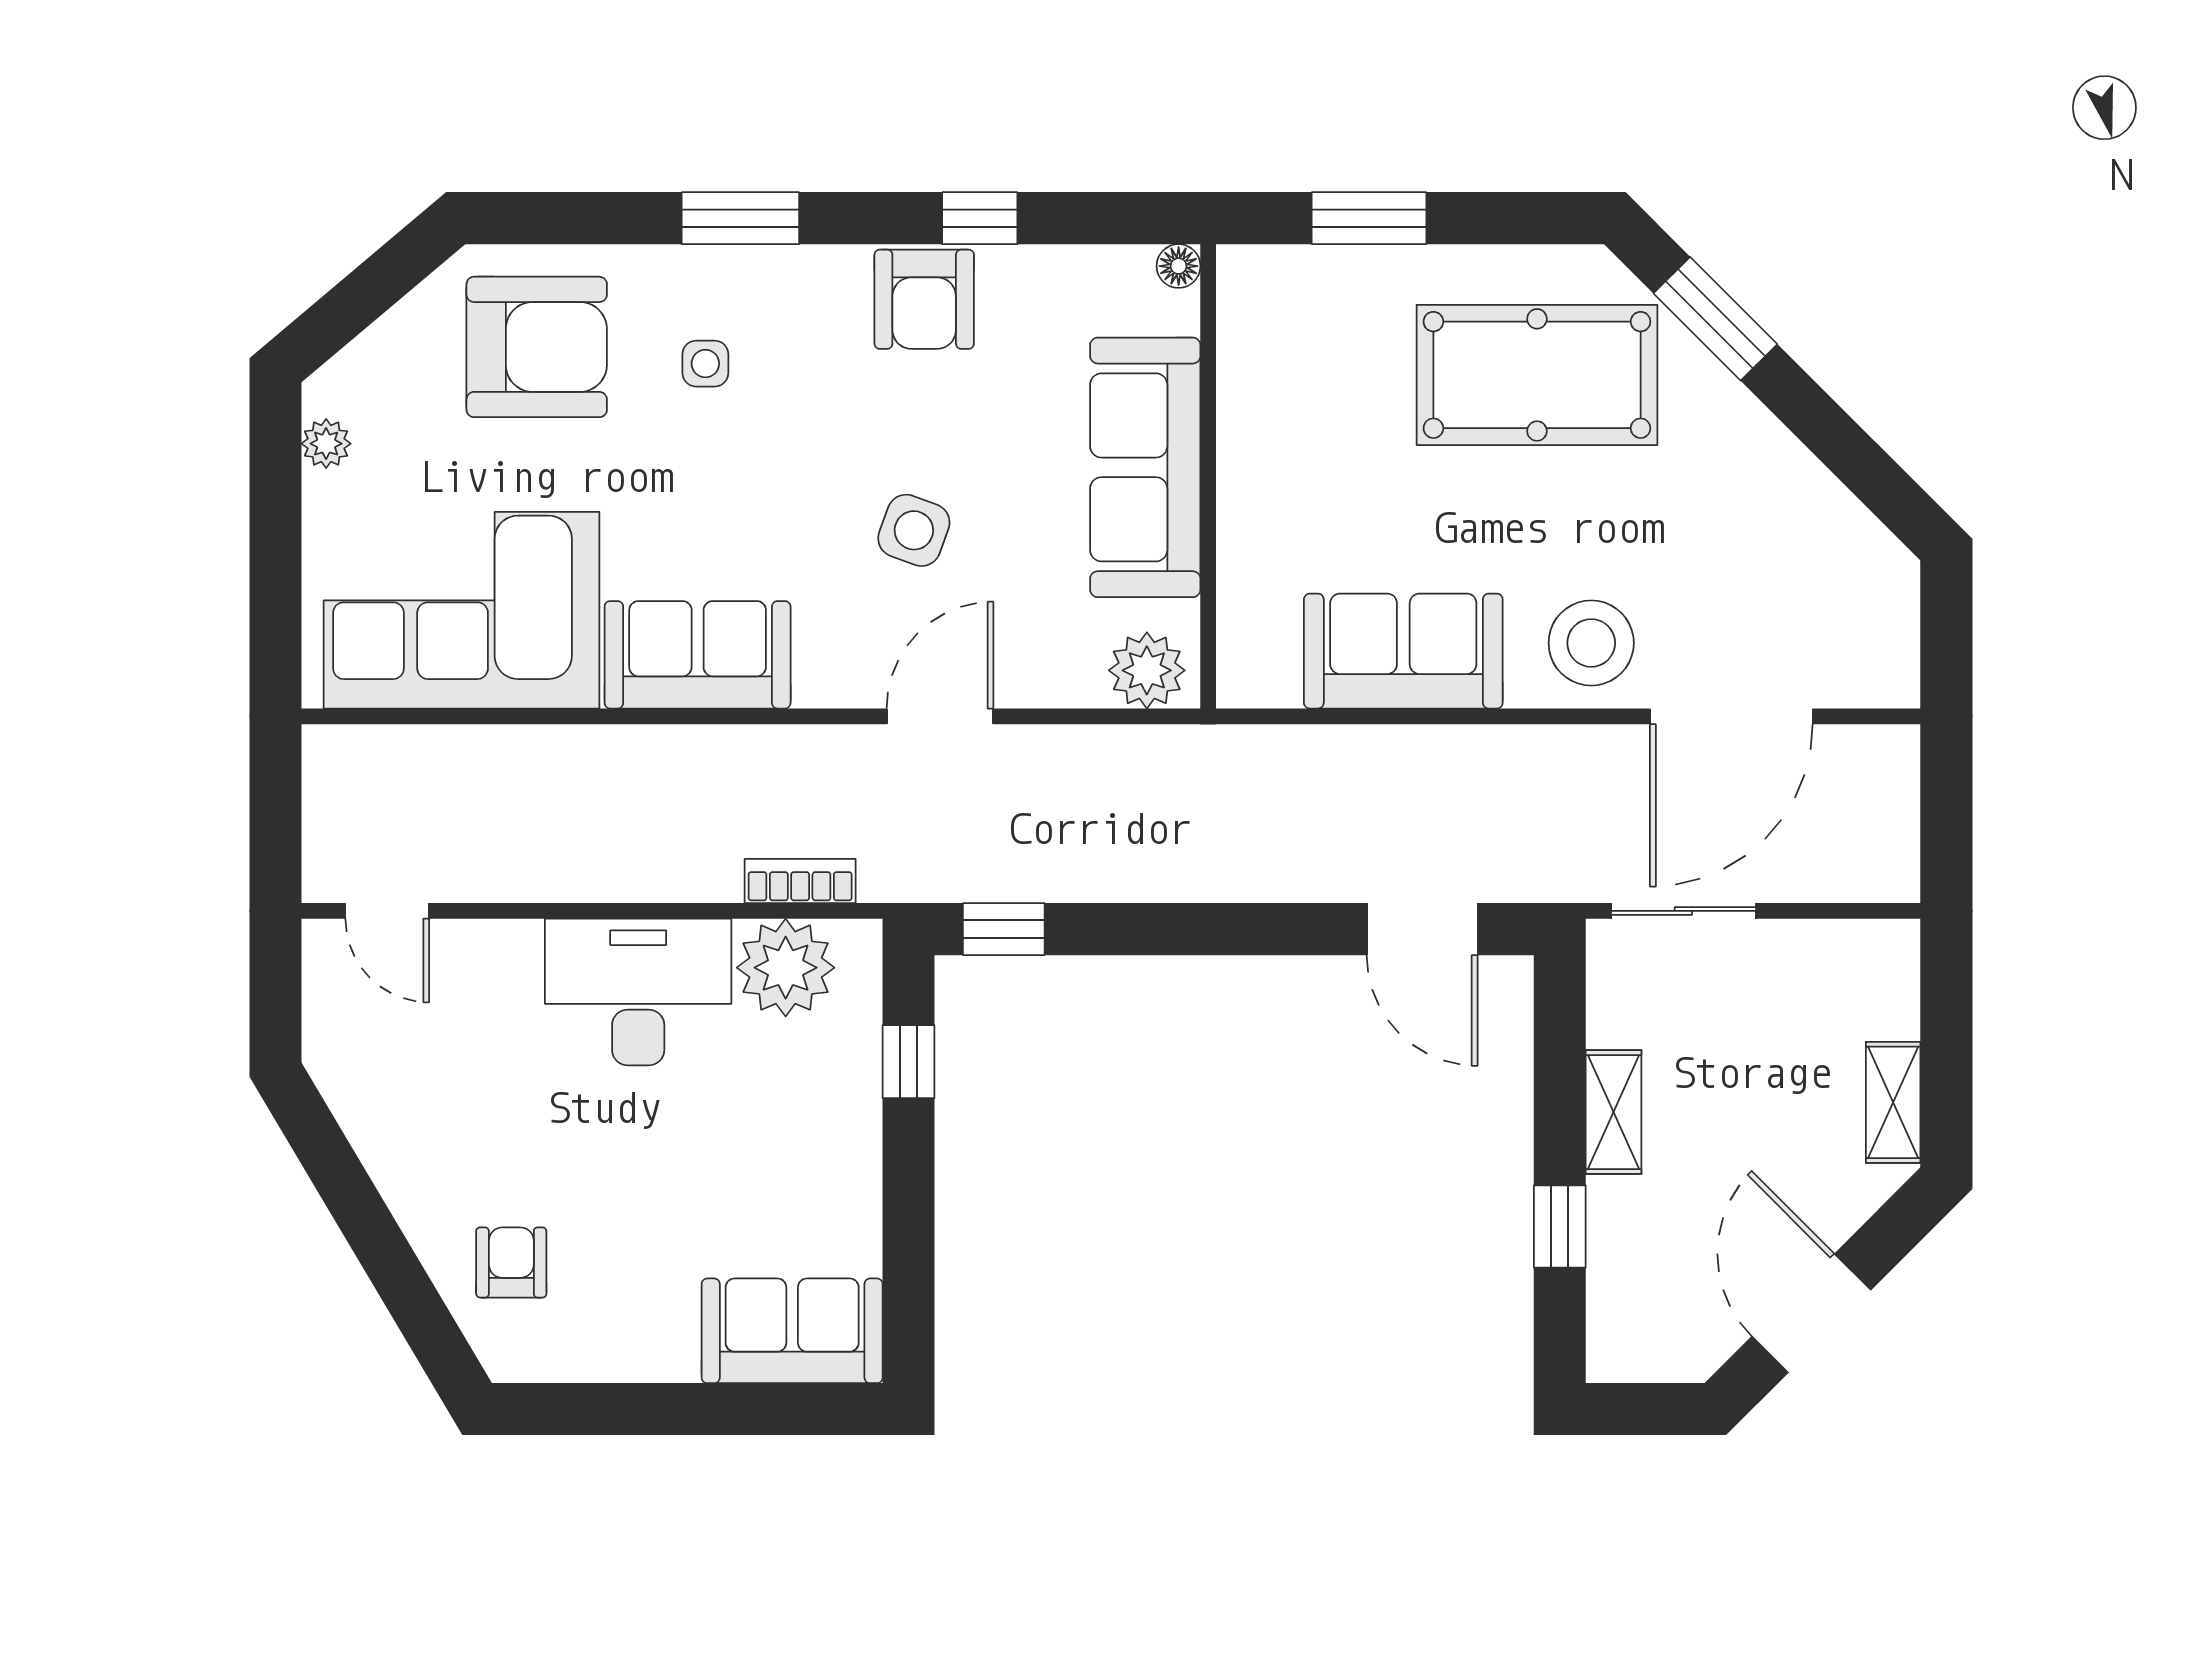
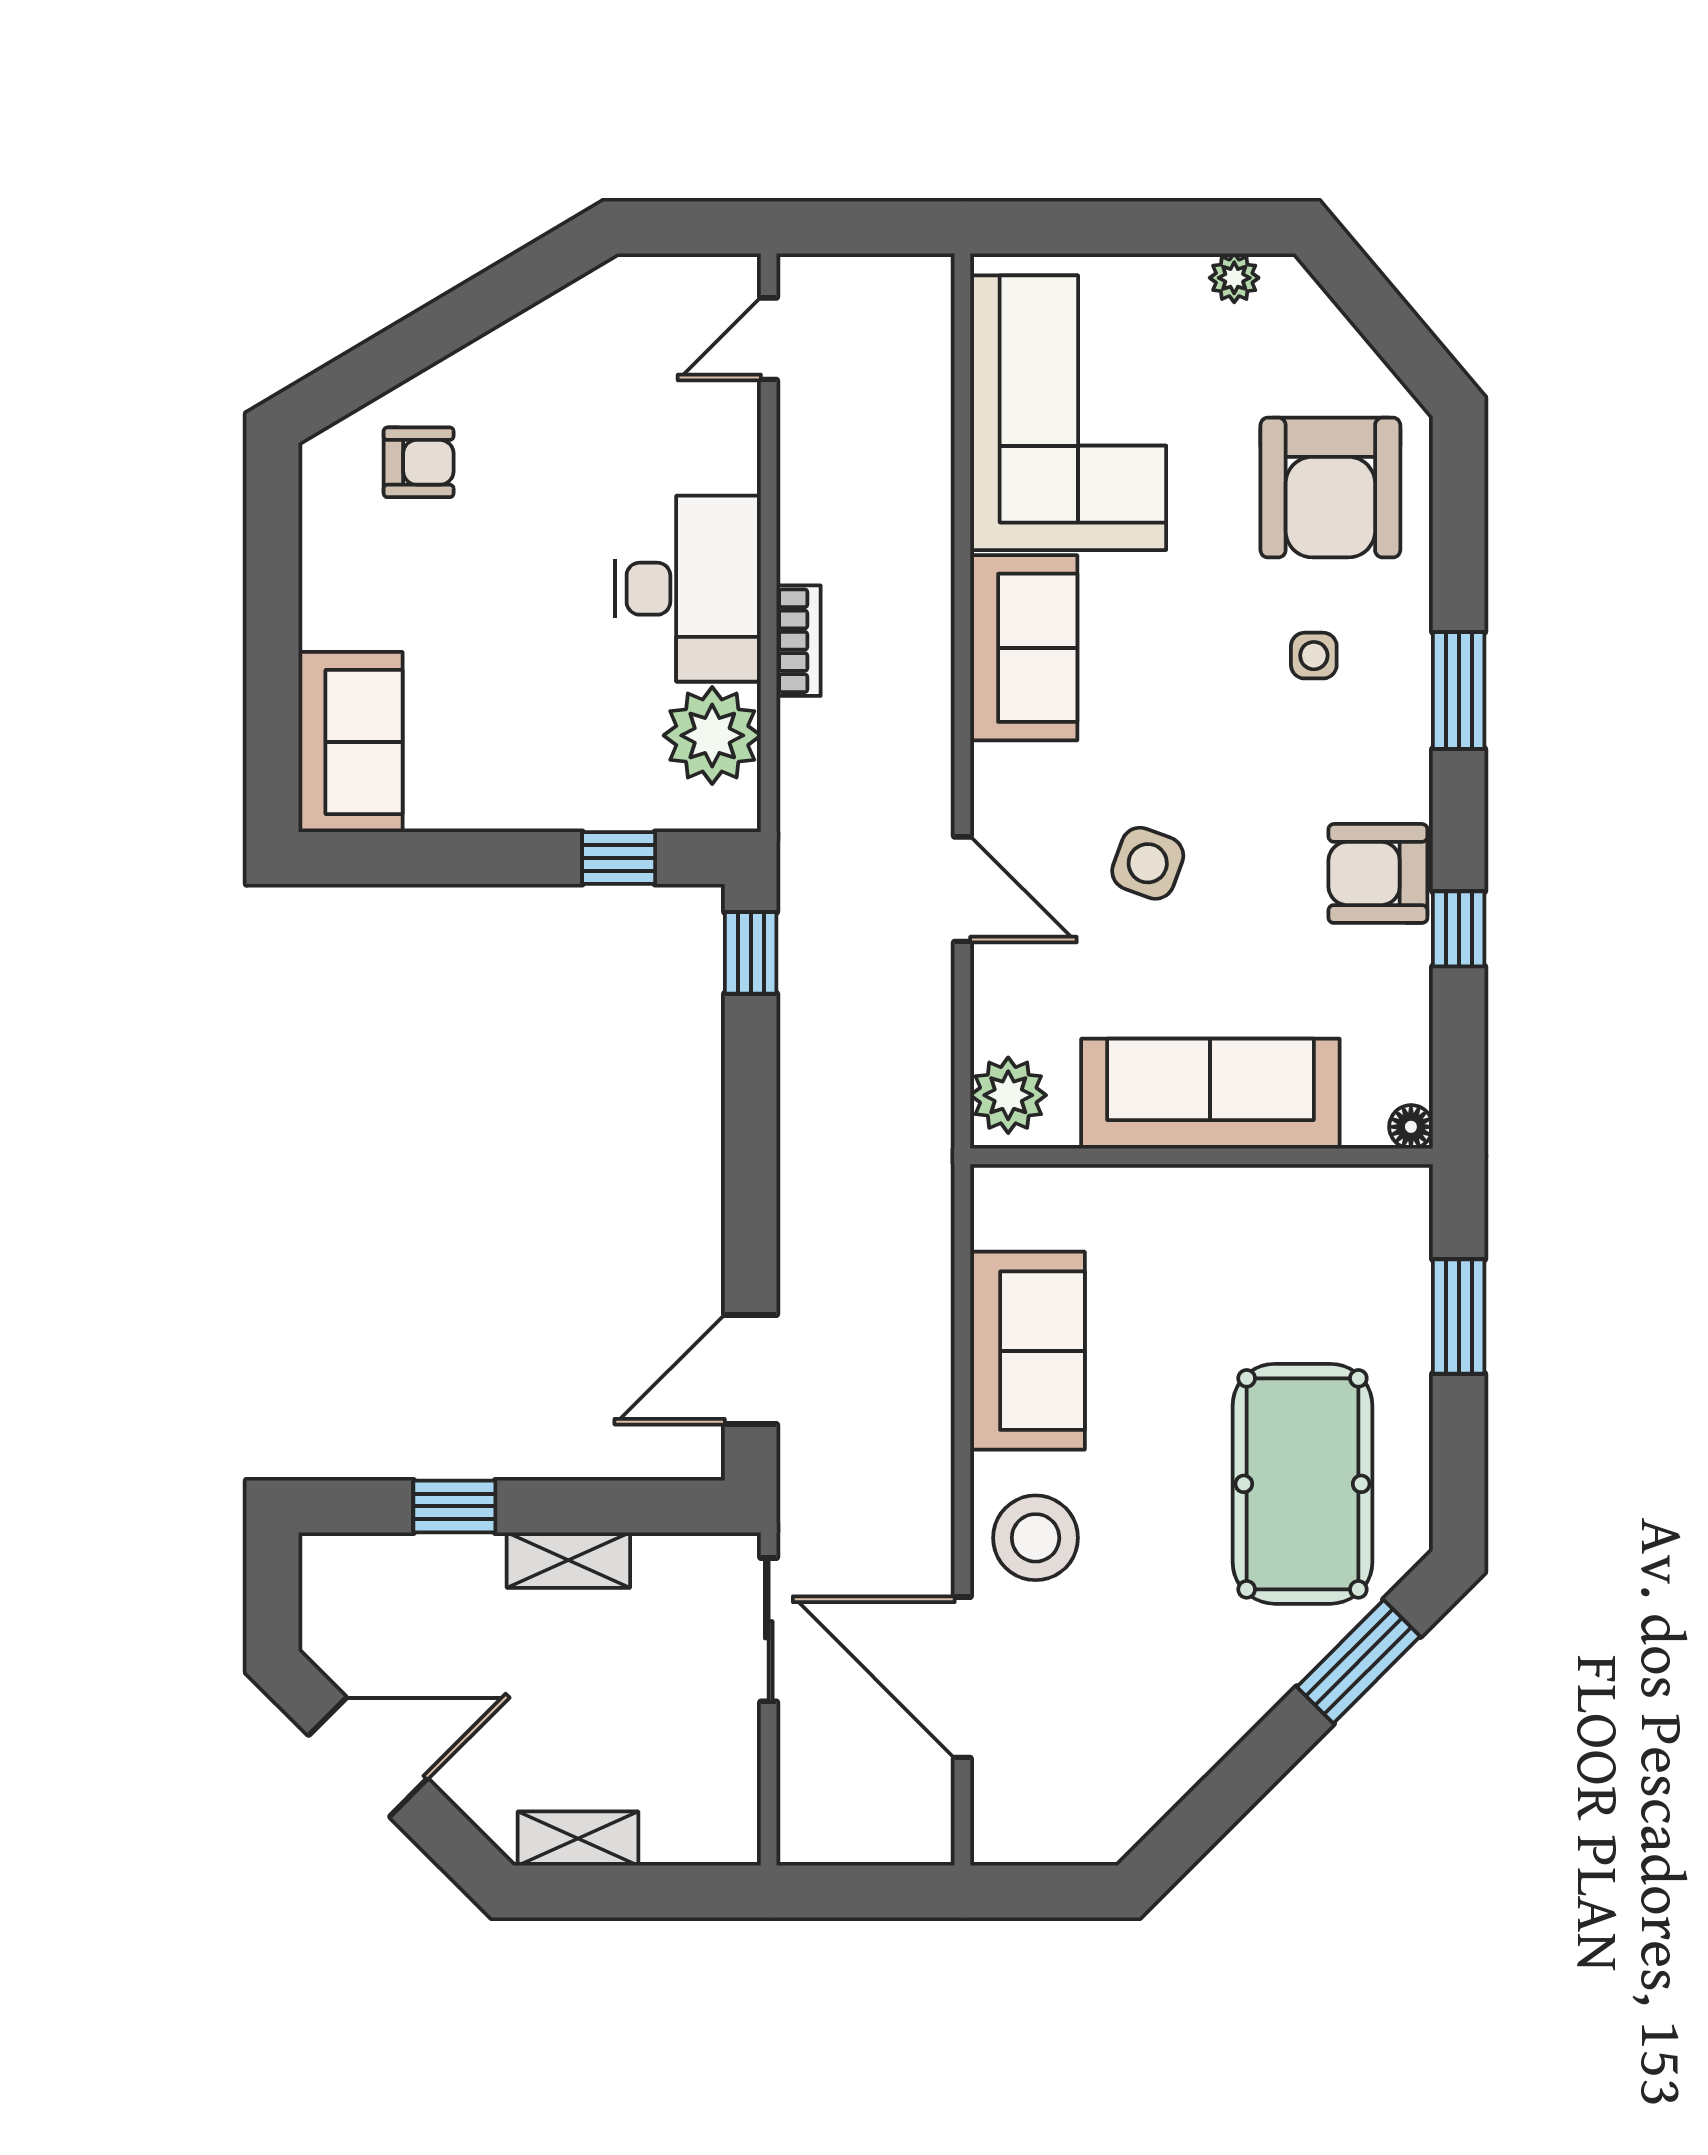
bookcase: (800, 881) -> (799, 641), moved

